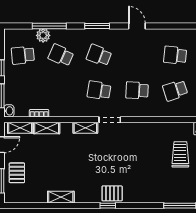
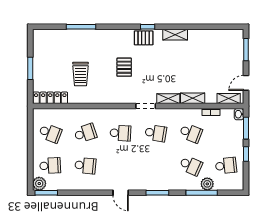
school desk: (99, 55) -> (191, 133), moved
shelving: (47, 128) -> (193, 98), moved
pallet: (17, 173) -> (124, 67), moved
shelving: (61, 197) -> (175, 35), moved

